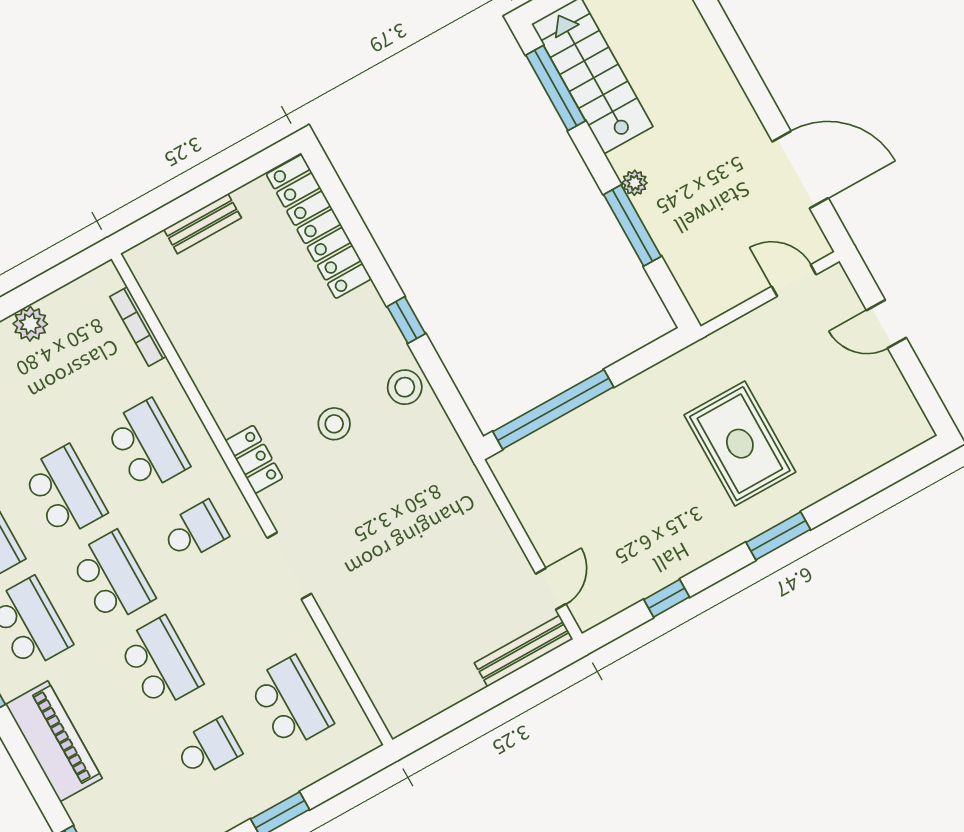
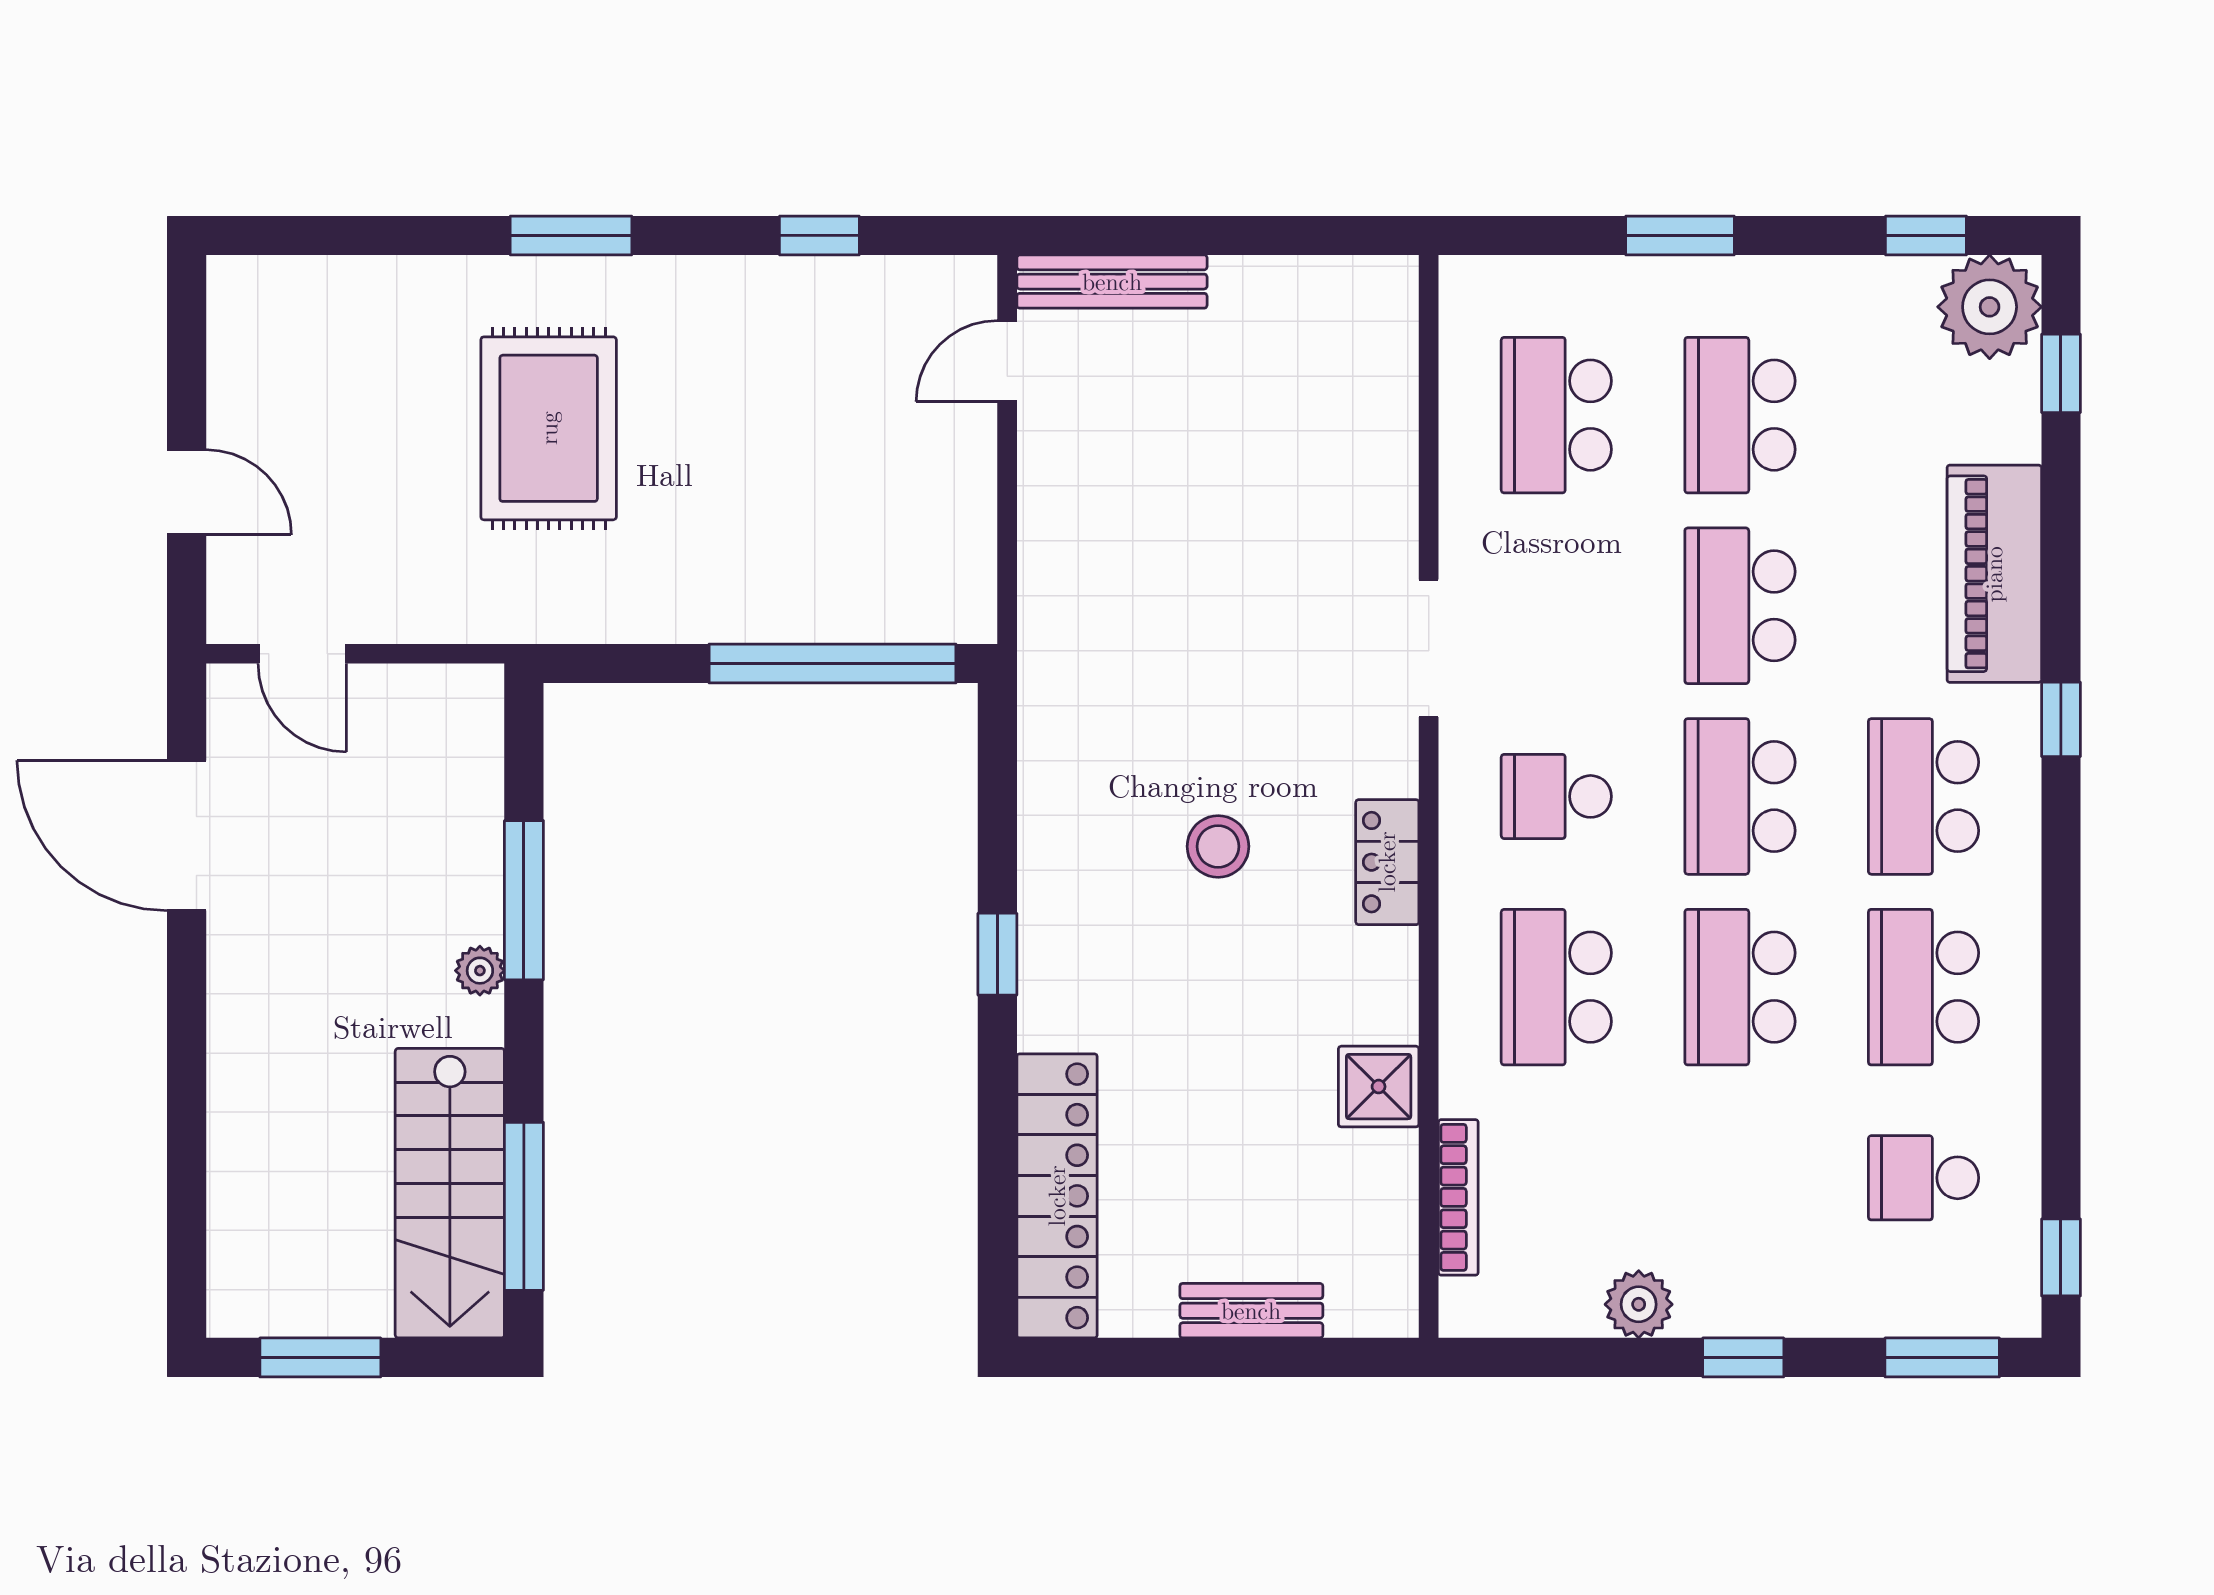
shower: (202, 356) -> (1379, 1087), added
stool: (405, 387) -> (1063, 842), removed
school desk: (208, 749) -> (1740, 415), width x1.85

